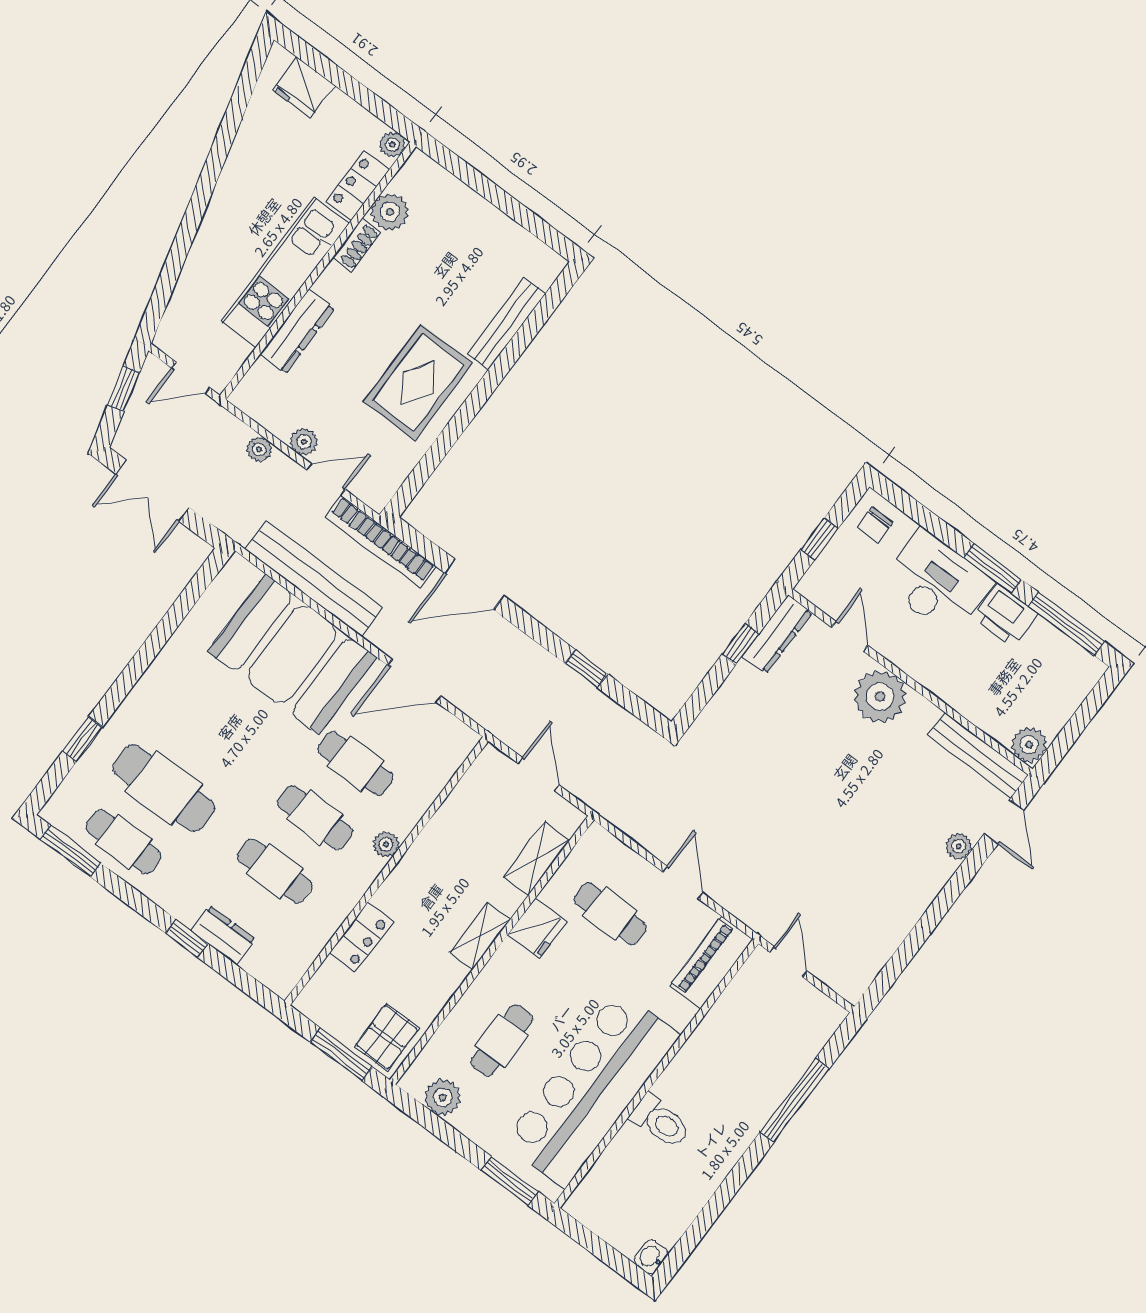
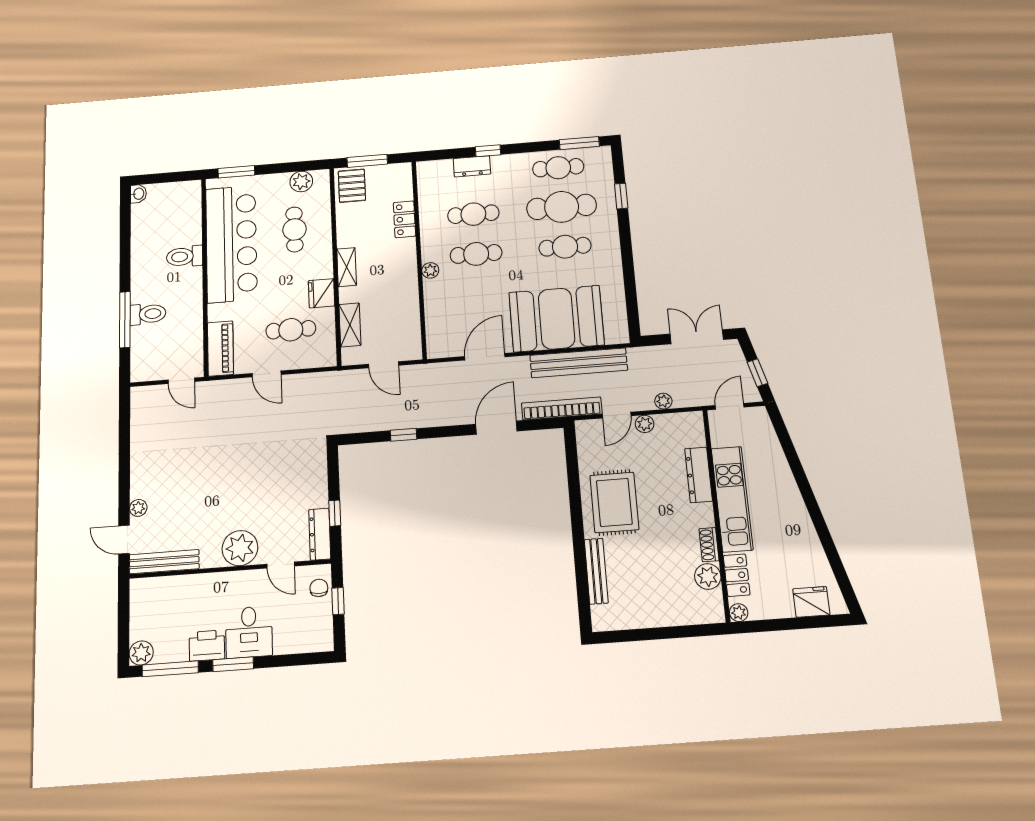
chair: (875, 525) -> (319, 588), moved
desk: (936, 582) -> (249, 632), width x0.73
plant: (1029, 745) -> (141, 653), moved
cafe table: (355, 764) -> (565, 247), moved
toilet: (762, 1083) -> (148, 314), added

